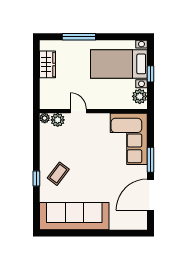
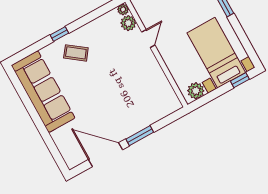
window: (150, 74) -> (240, 80), moved
corner sofa: (129, 139) -> (148, 103), removed

